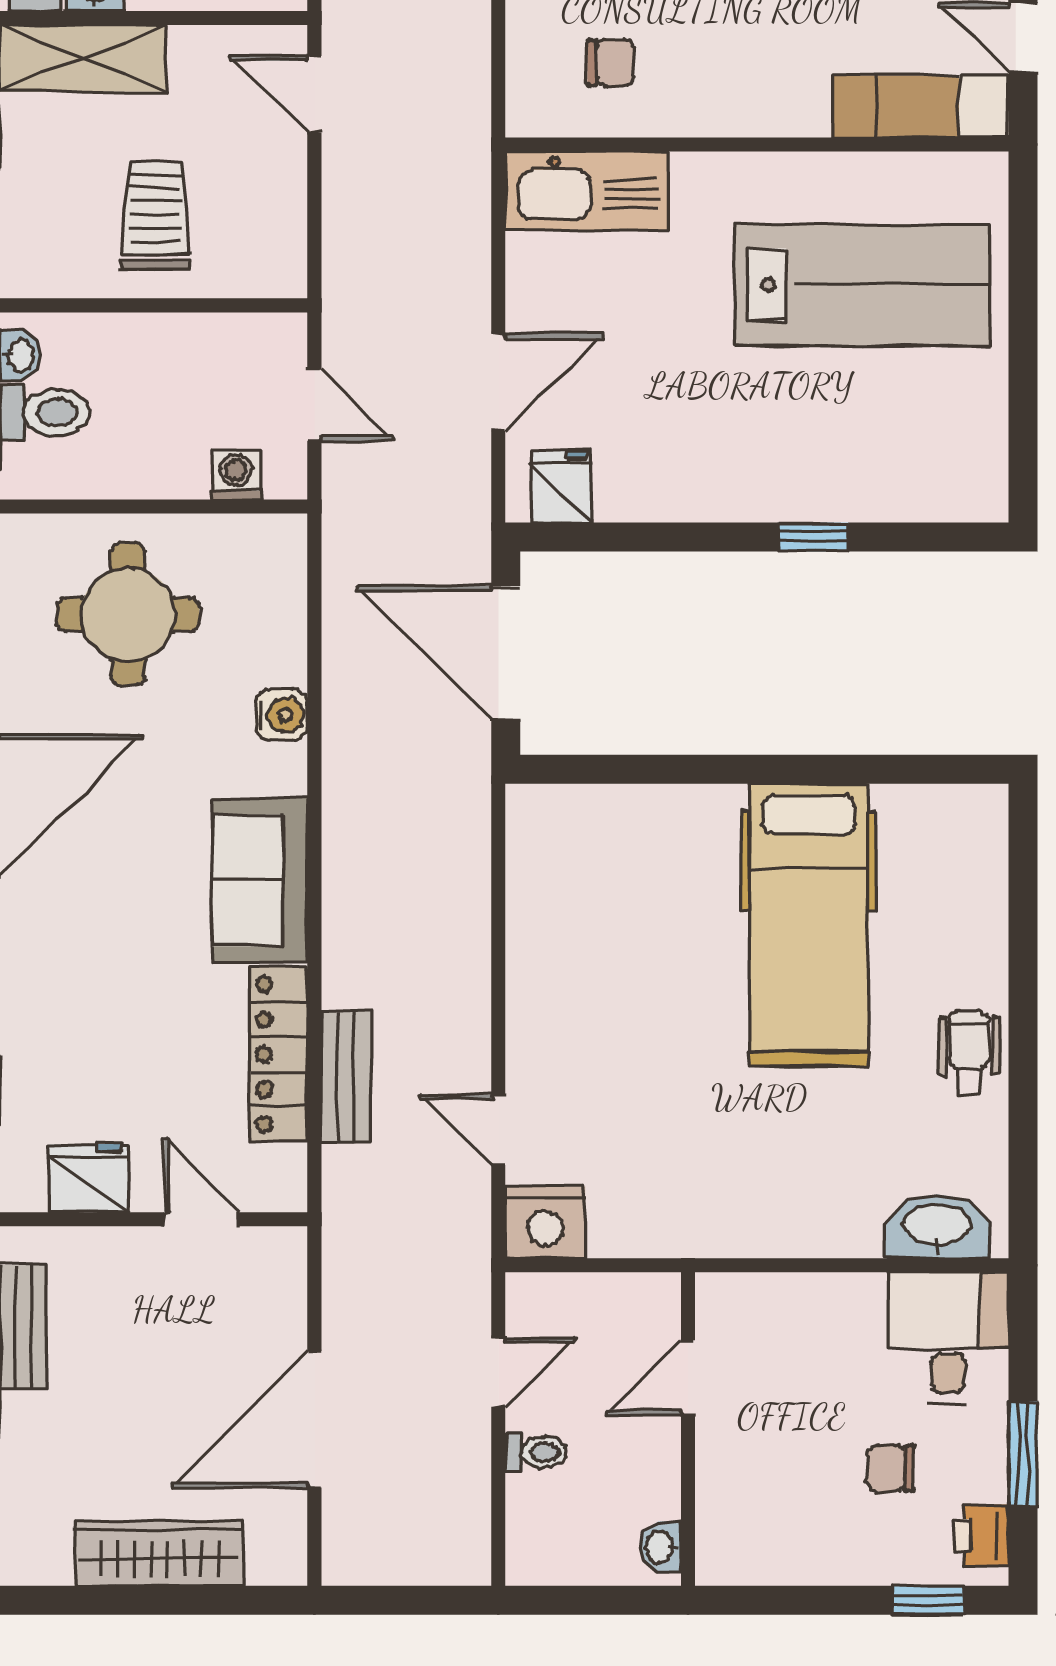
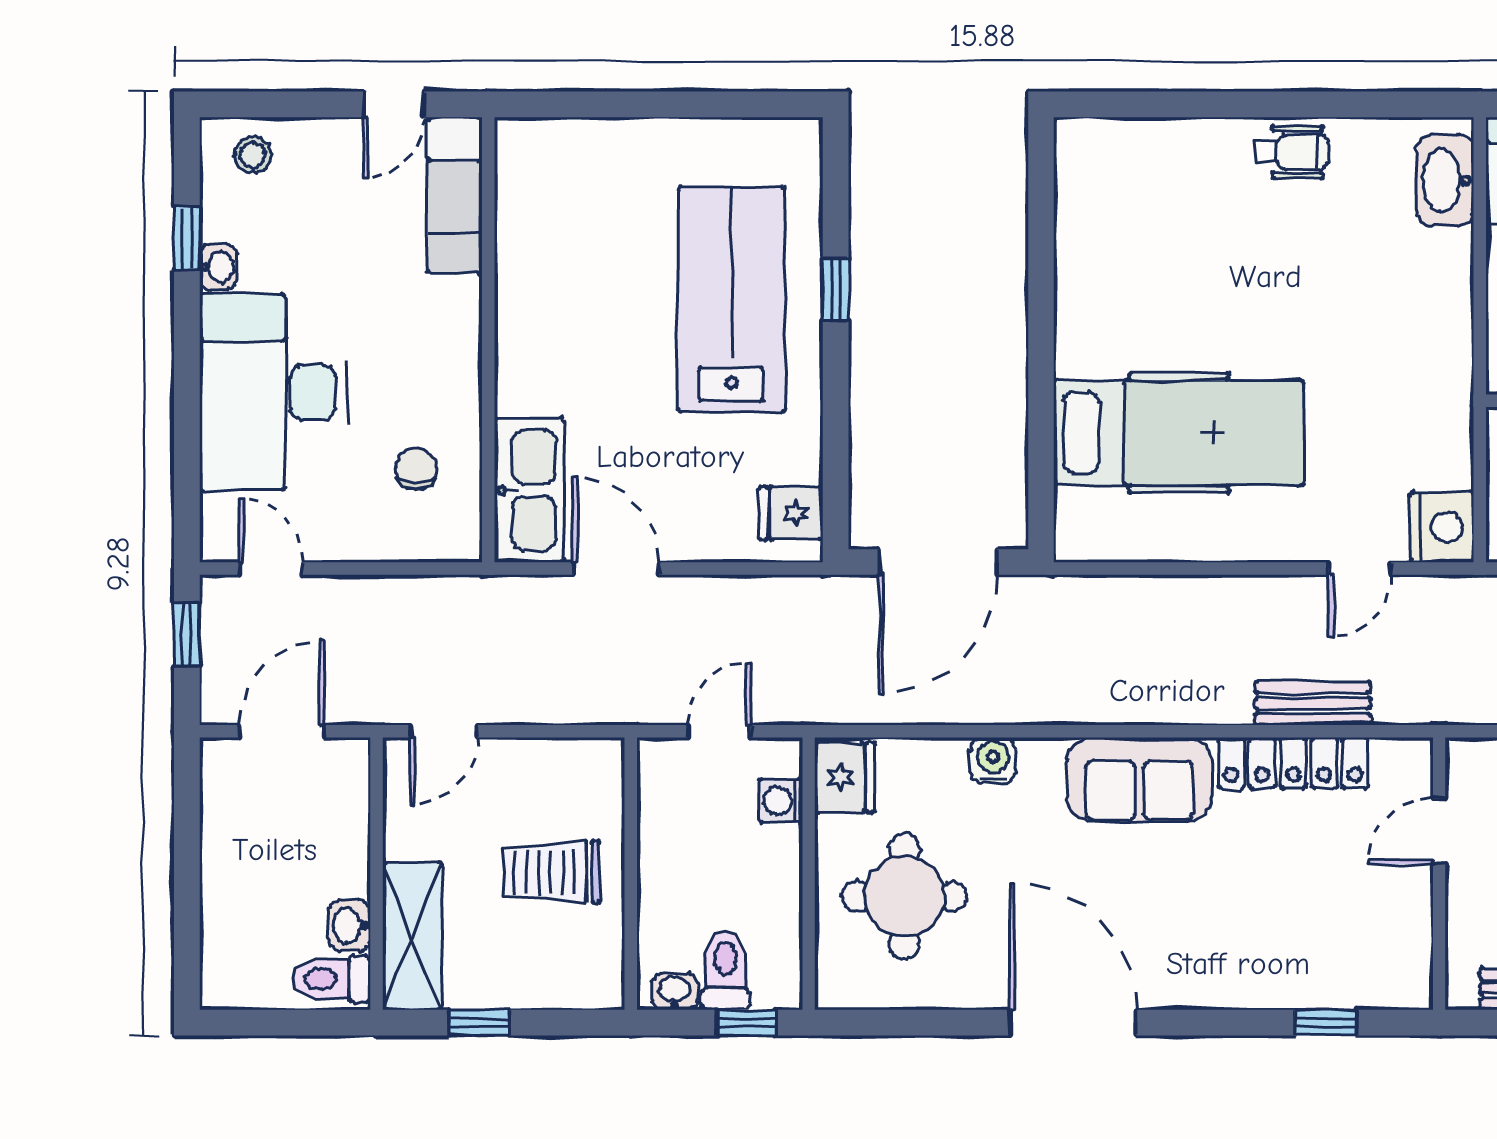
lab bench: (863, 285) -> (731, 299), moved
door: (498, 382) -> (616, 569), moved
hospital bed: (809, 925) -> (1179, 433), moved
wheelchair: (969, 1052) -> (1292, 152), turned 180
fridge: (89, 1178) -> (845, 777), moved, turned 180

